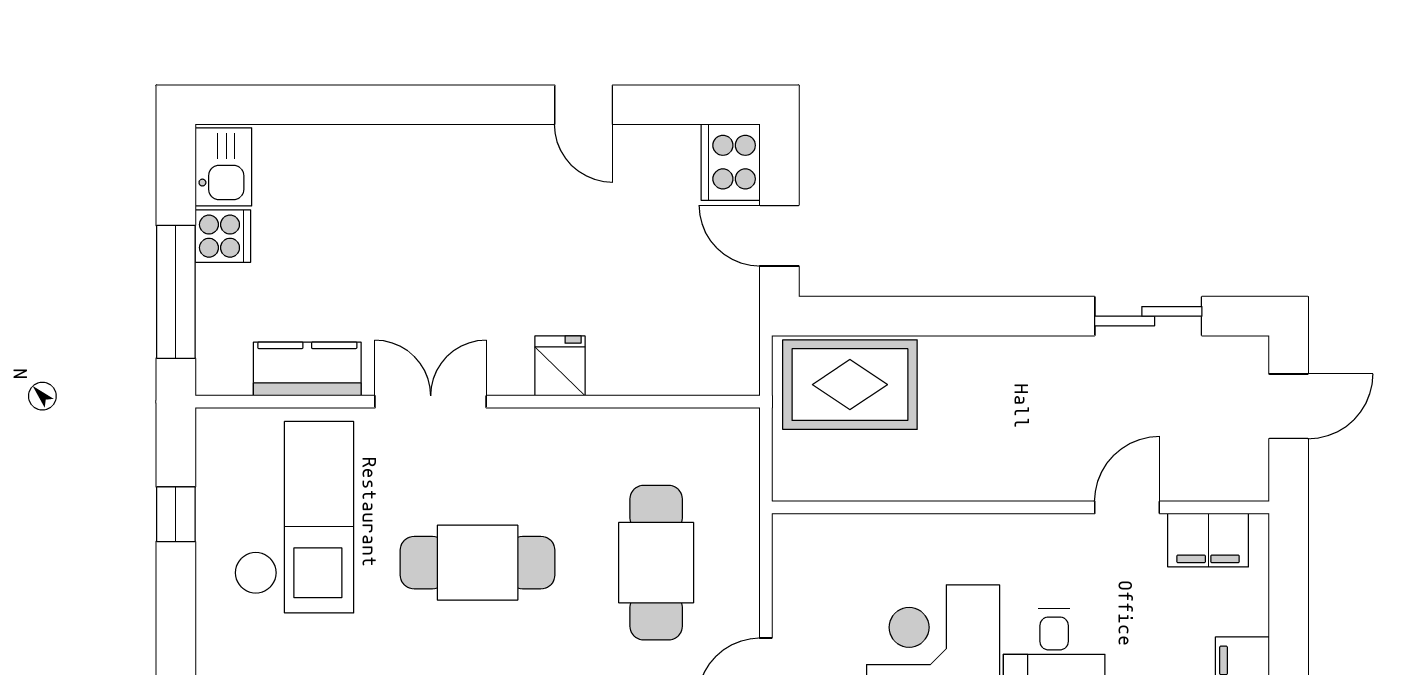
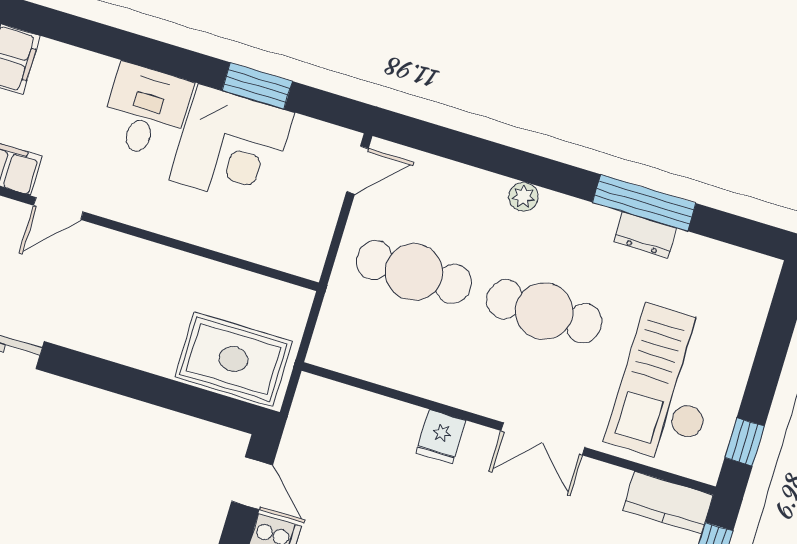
kitchen counter: (307, 369) -> (668, 503), moved
window: (176, 514) -> (745, 442), moved
cafe table: (656, 563) -> (414, 272), turned 90

